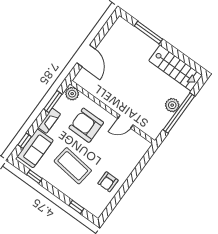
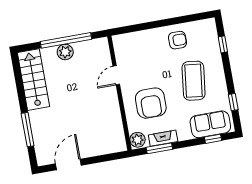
door: (86, 56) -> (68, 165), moved
fireplace: (49, 121) -> (163, 138), moved
door: (125, 122) -> (116, 75), swing flipped

